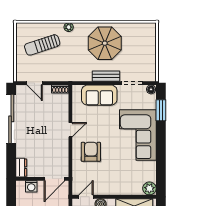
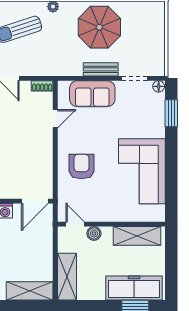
door: (70, 130) -> (55, 119), moved
corner sofa: (138, 135) -> (142, 171), moved
plant: (149, 188) -> (157, 213), removed
door: (86, 197) -> (75, 224), hinge flipped

